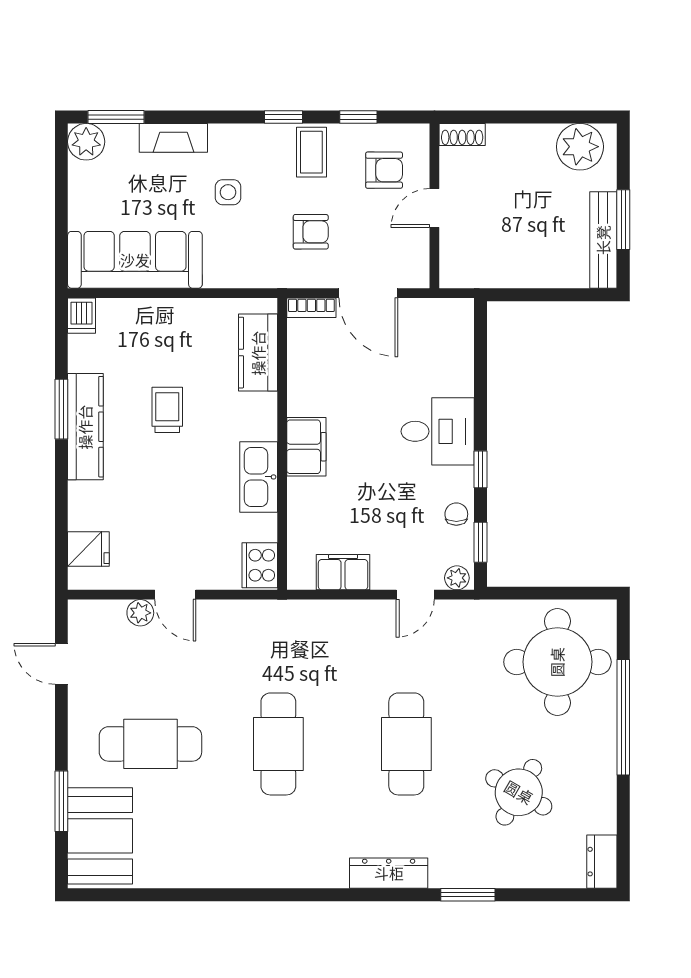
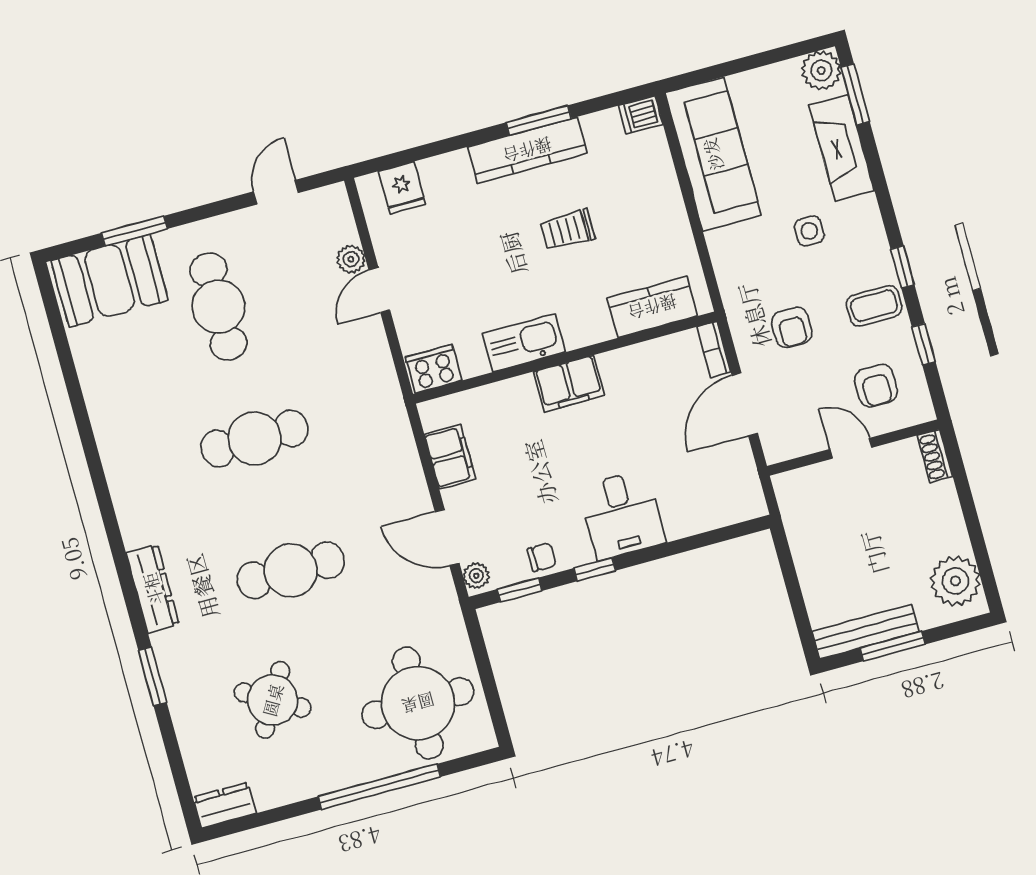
fireplace: (173, 138) -> (842, 148), width x1.37, depth x1.32
trolley: (167, 410) -> (568, 230), turned 180
door: (415, 595) -> (447, 537), width x1.38

